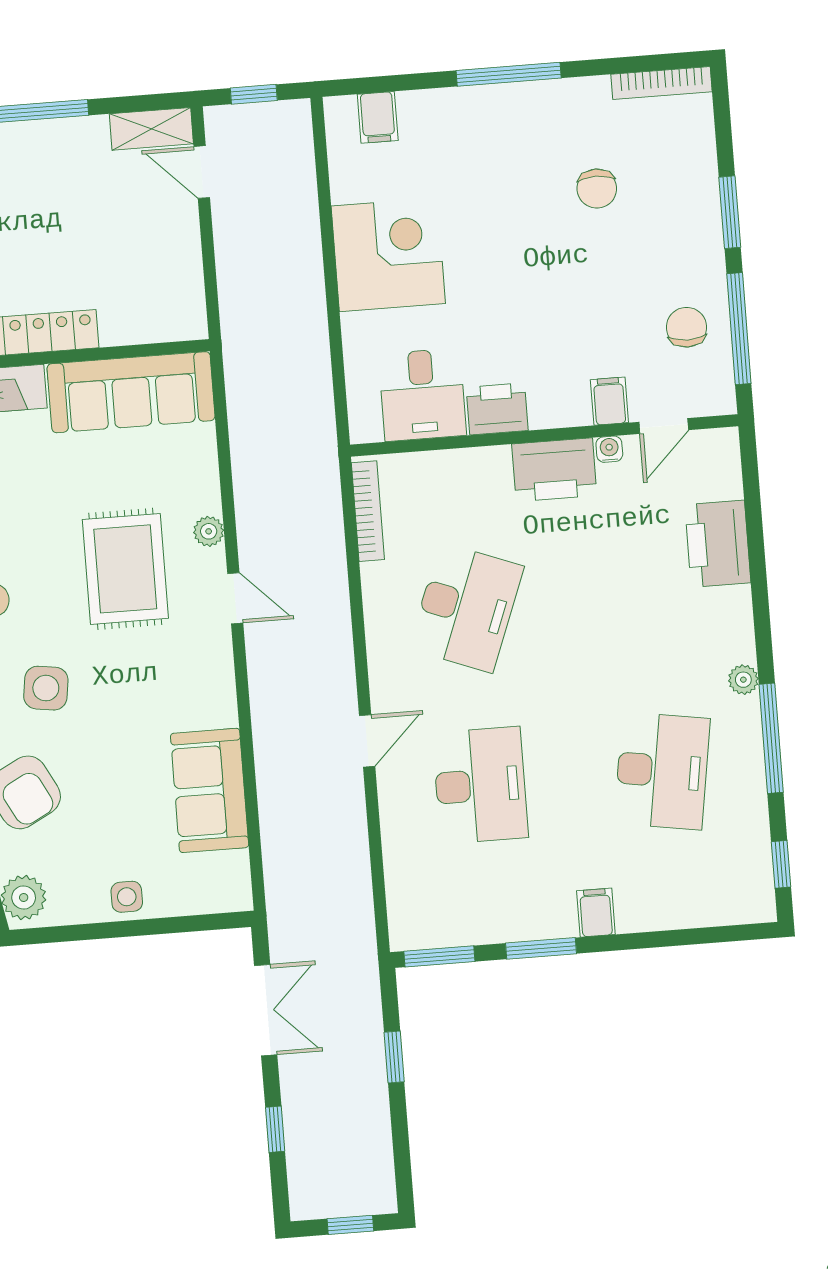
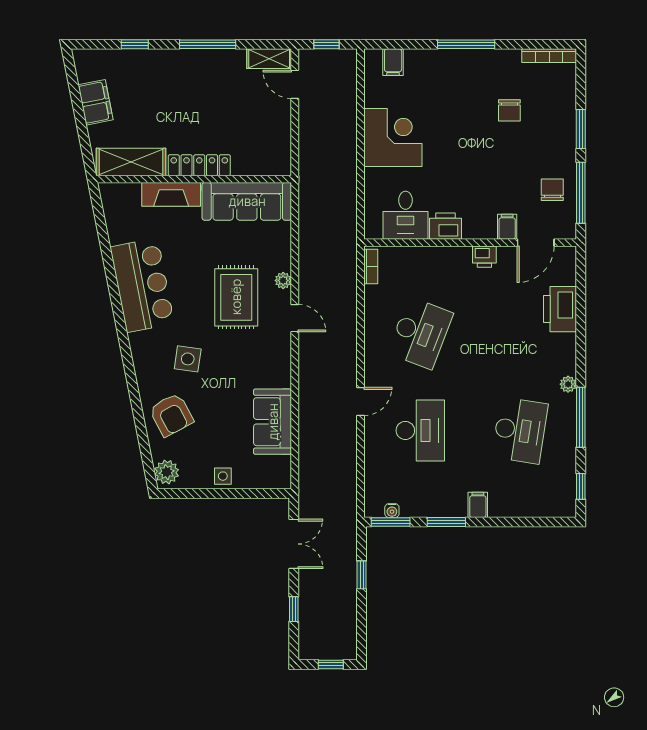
door: (664, 426) -> (536, 243), width x1.38
water cooler: (609, 449) -> (392, 511), moved, turned 180
printer: (554, 470) -> (484, 257), width x0.53, depth x0.68
bookcase: (368, 511) -> (371, 267), width x0.64

